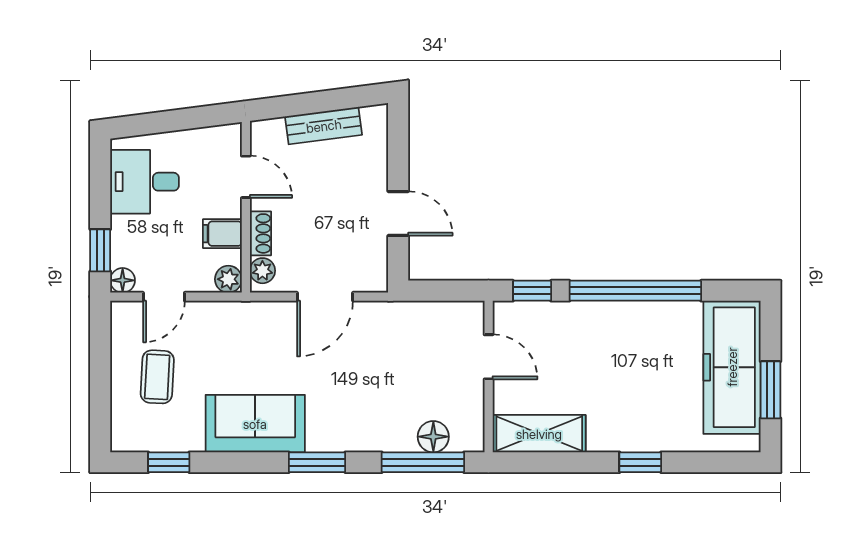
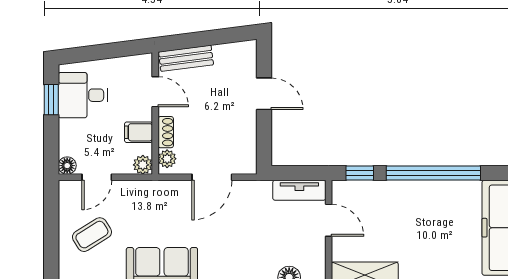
bench: (324, 126) -> (186, 58), moved
door: (398, 214) -> (264, 94), moved
window: (100, 250) -> (51, 100), moved
tv unit: (448, 315) -> (299, 190), added
coffee table: (157, 377) -> (92, 235), turned 55

